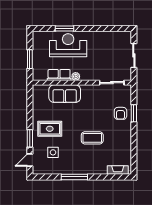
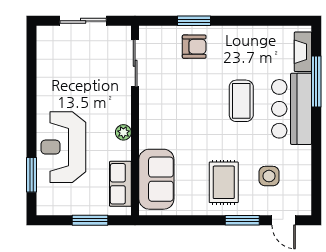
window: (65, 29) -> (31, 175), moved
row of seats: (59, 75) -> (120, 184), moved
sofa: (65, 94) -> (156, 179), moved
bar counter: (88, 164) -> (292, 109), added
window: (74, 177) -> (316, 81), moved

